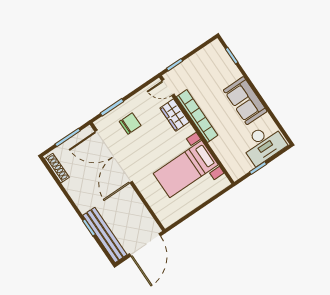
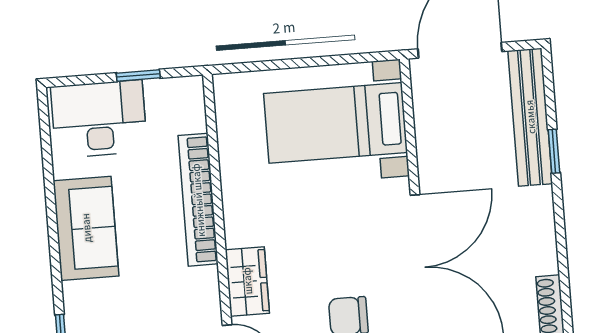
bookcase: (197, 116) -> (198, 200), moved
bed with nightstands: (186, 169) -> (336, 123), moved, turned 180

